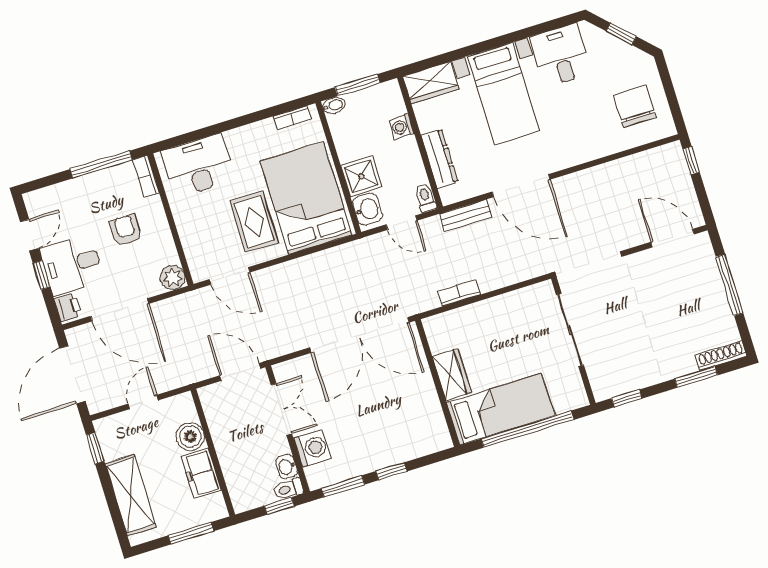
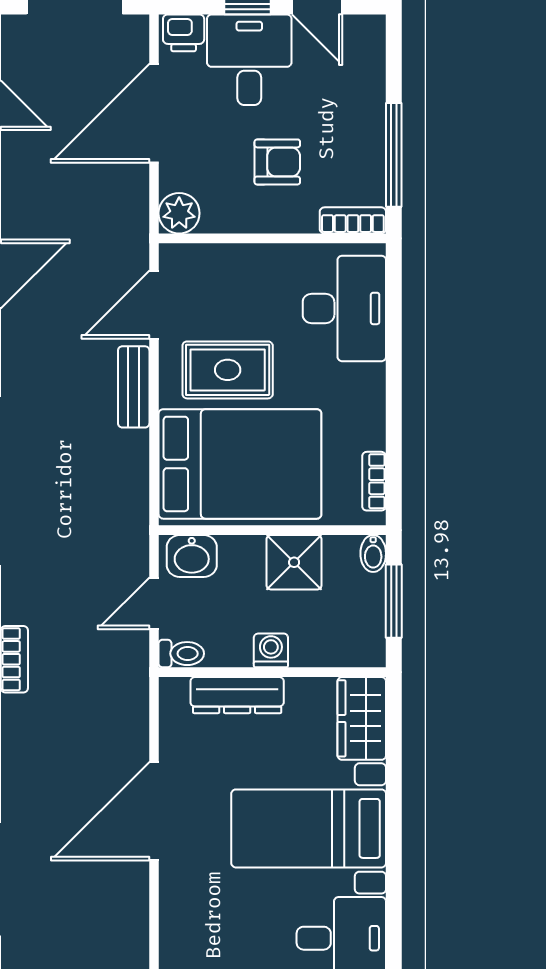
washing machine: (401, 127) -> (271, 650), moved
shower: (361, 176) -> (294, 562), moved
bench: (466, 215) -> (134, 387), moved

